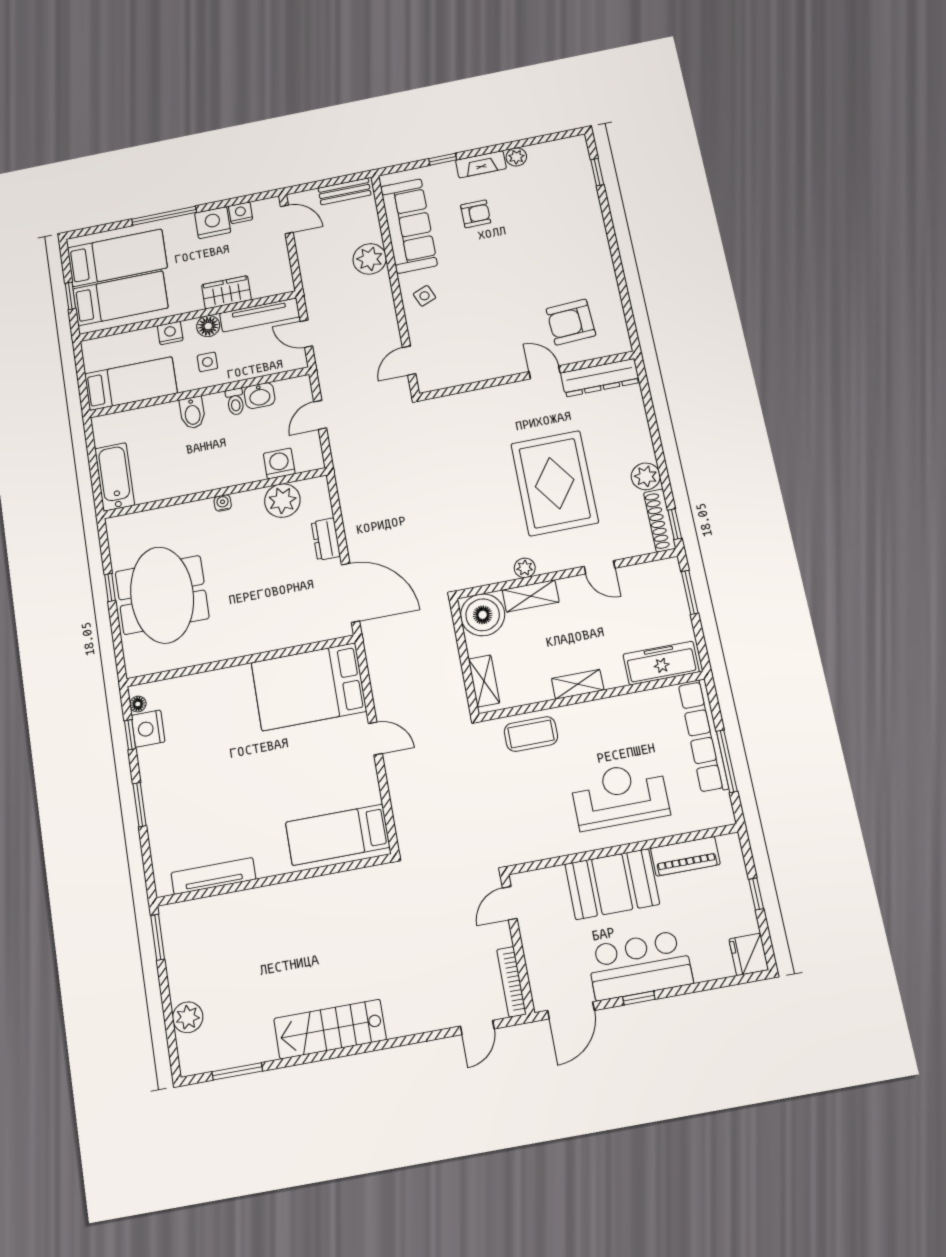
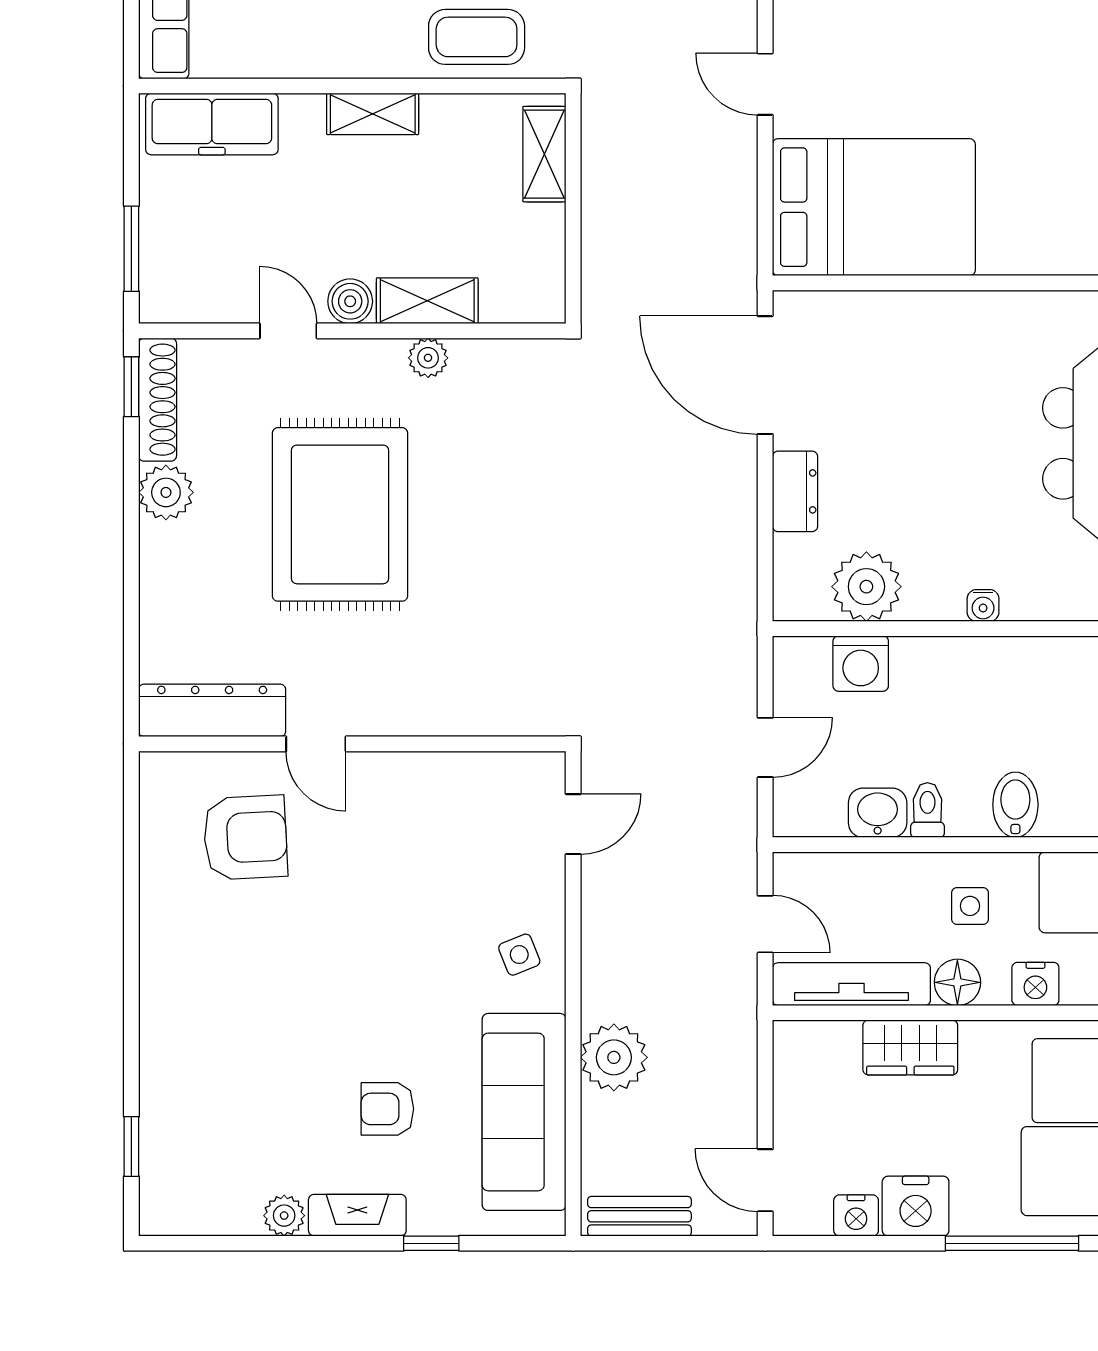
boiler: (483, 615) -> (350, 301), moved, width x0.54, depth x0.54

